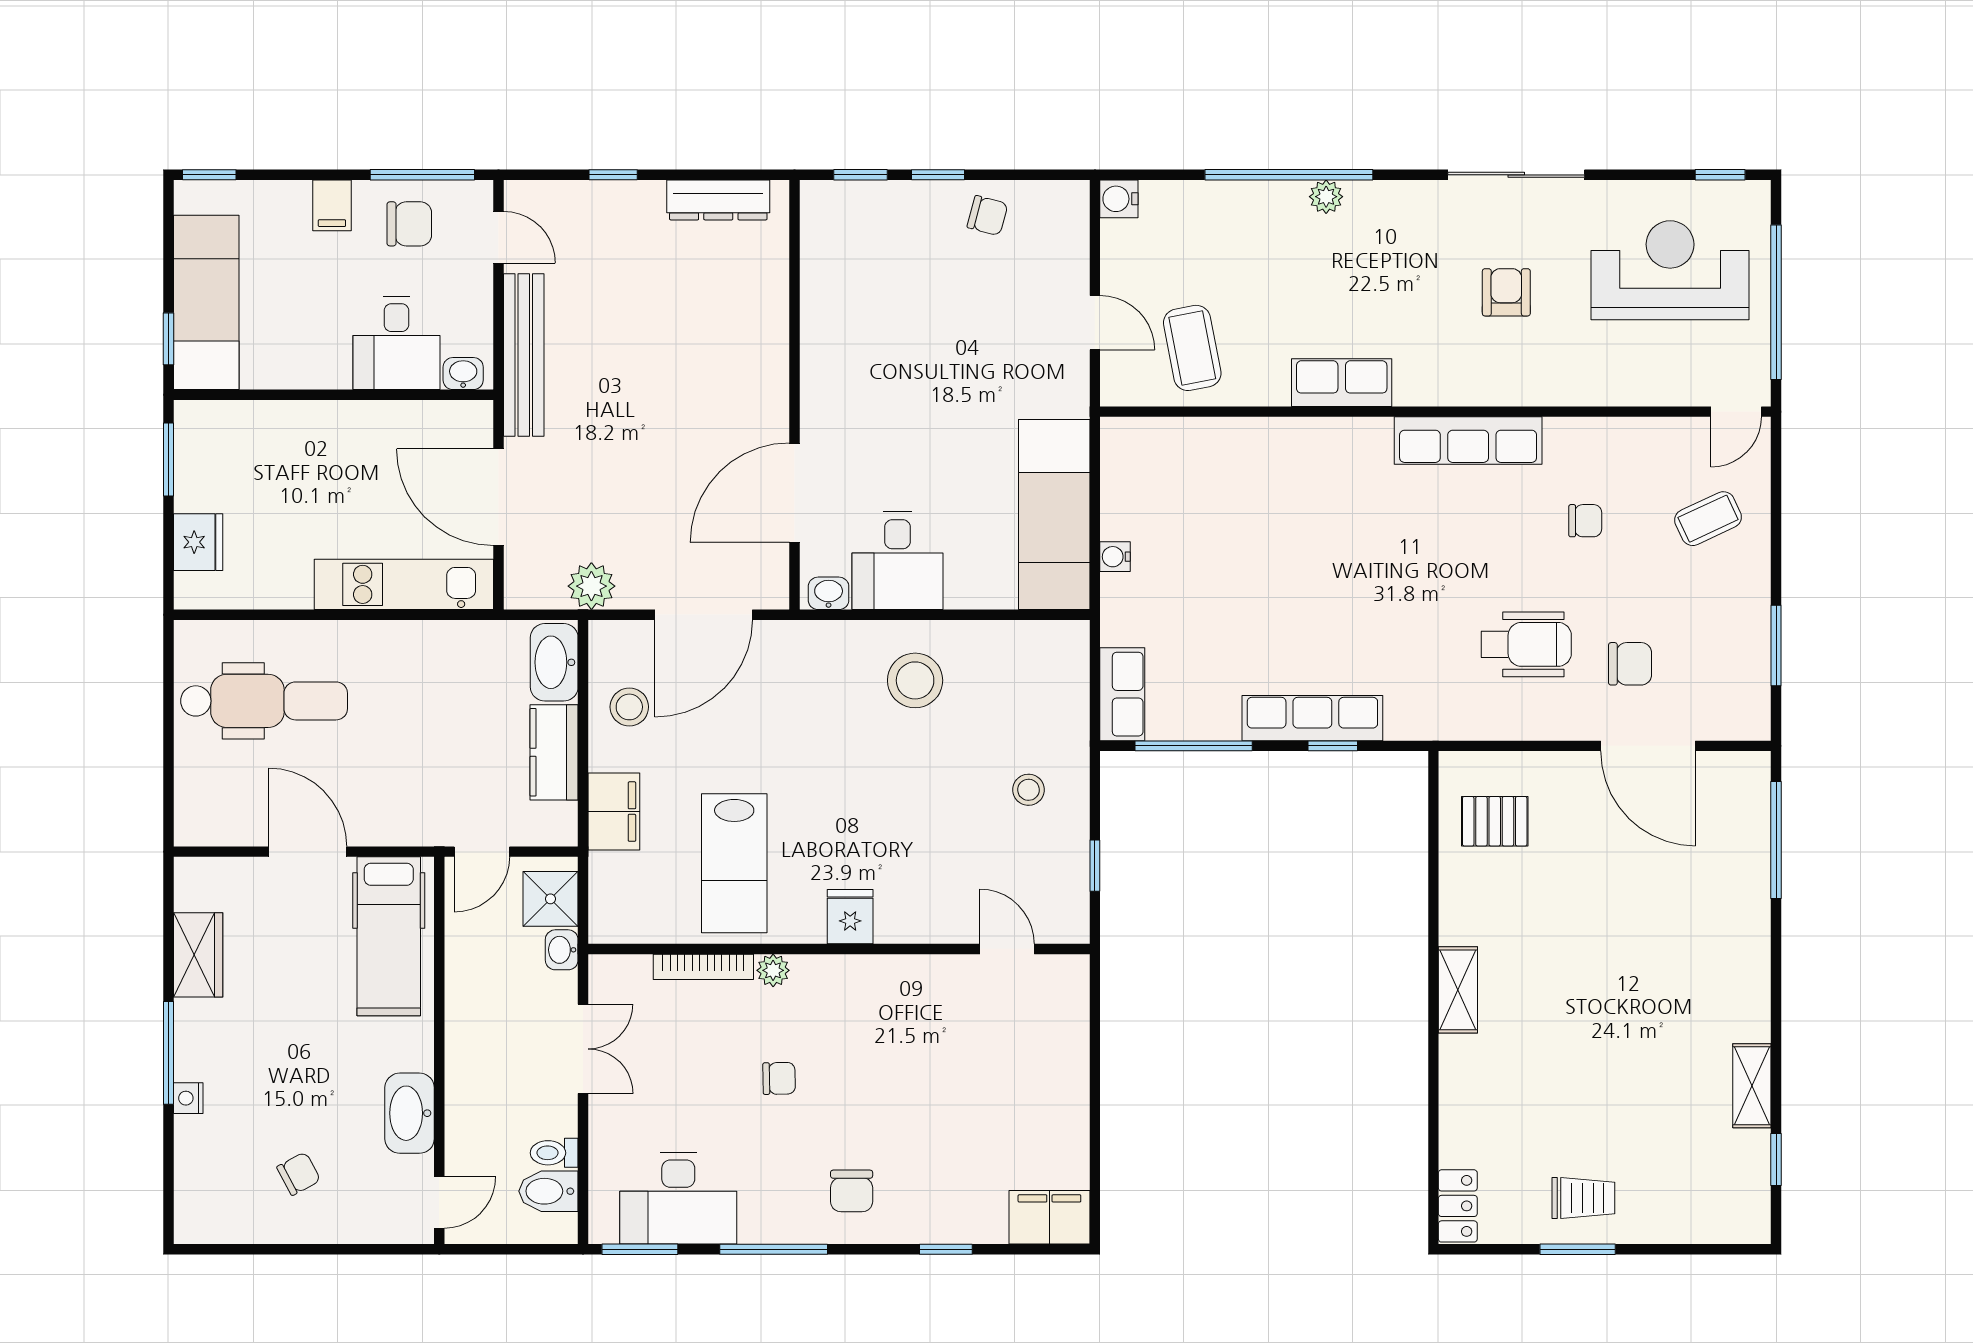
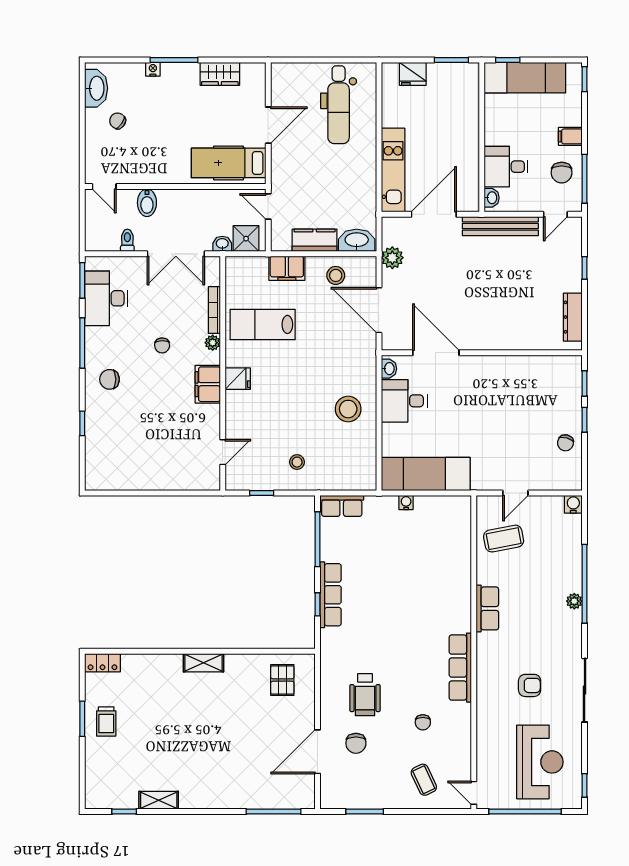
double door: (583, 1049) -> (176, 254), width x1.37
washbasin: (410, 1113) -> (96, 88), moved, turned 90
chair: (299, 1174) -> (118, 121), turned 153
bidet: (548, 1191) -> (147, 203), moved, turned 180
filing cabinet: (1049, 1217) -> (208, 384), moved, turned 180

